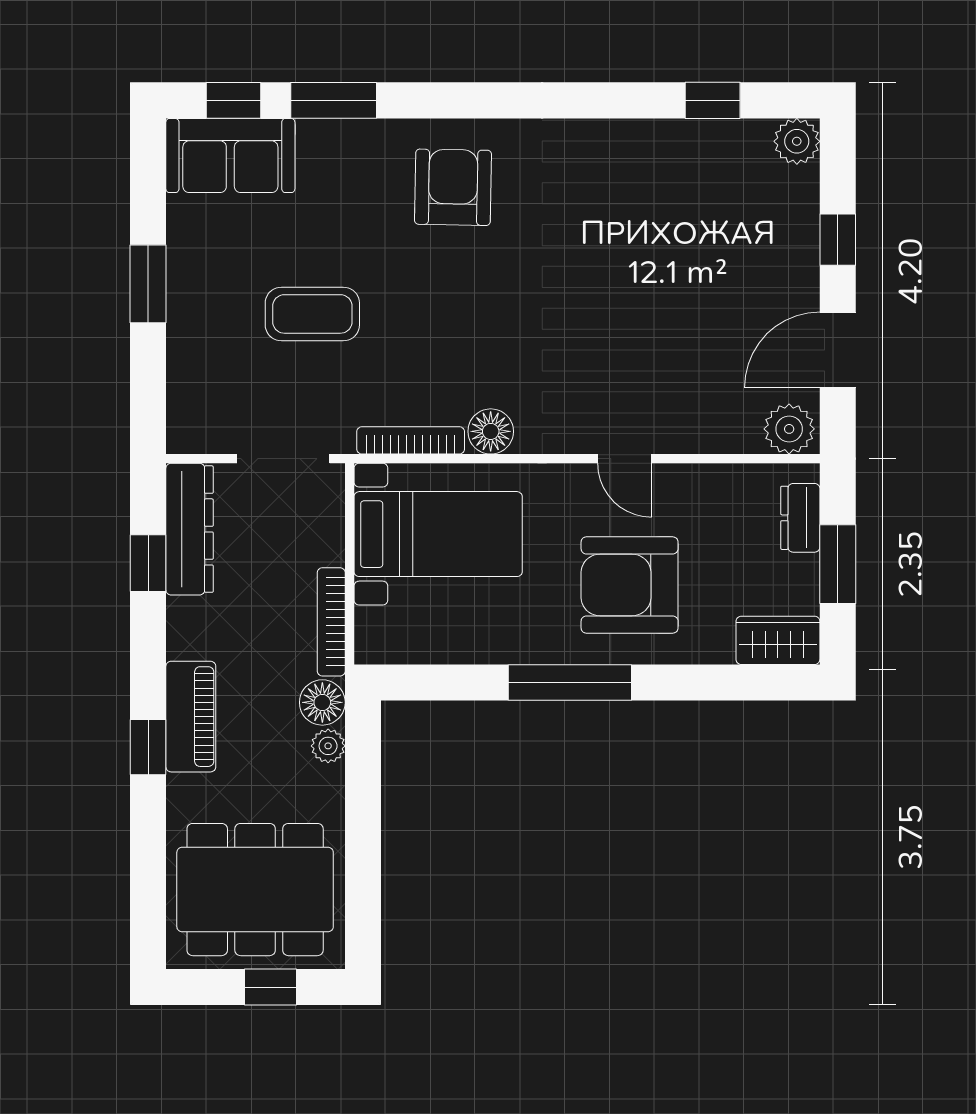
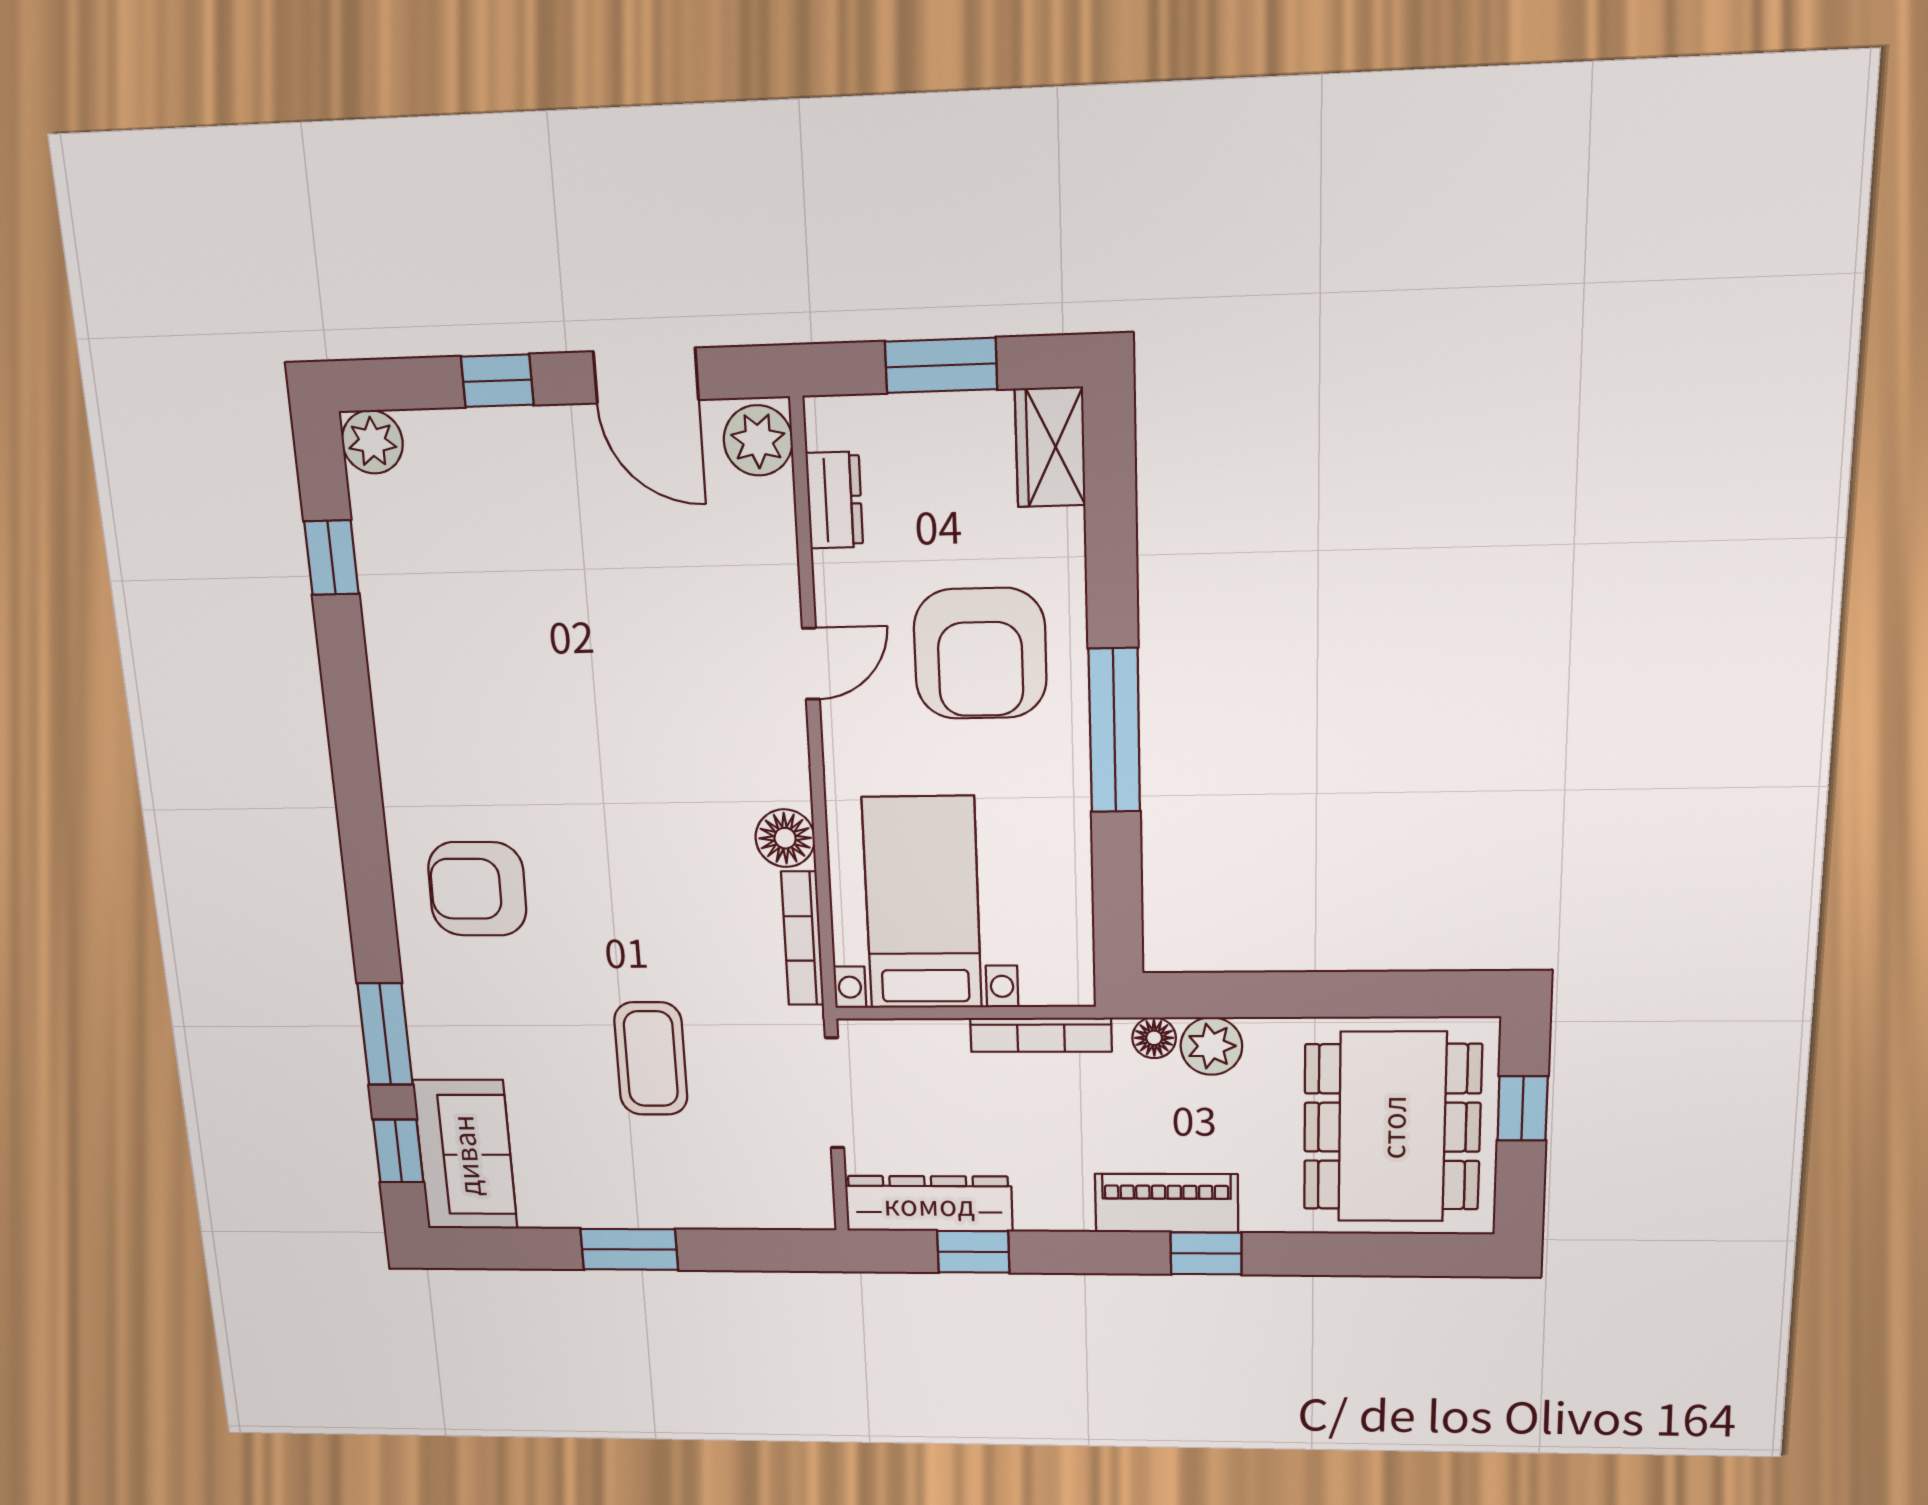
dresser: (800, 518) -> (834, 500), moved, turned -90
floor lamp: (322, 702) -> (1154, 1038), width x0.73, depth x0.73
plant: (328, 746) -> (1211, 1046), width x1.38, depth x1.38

